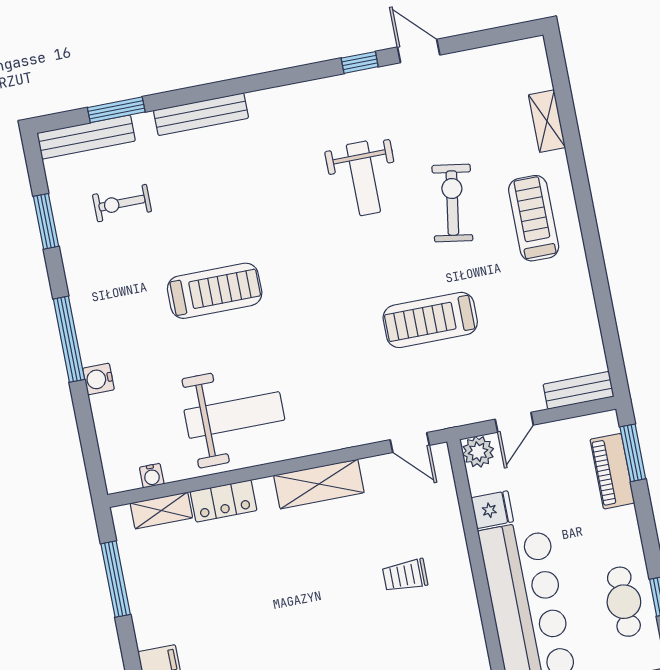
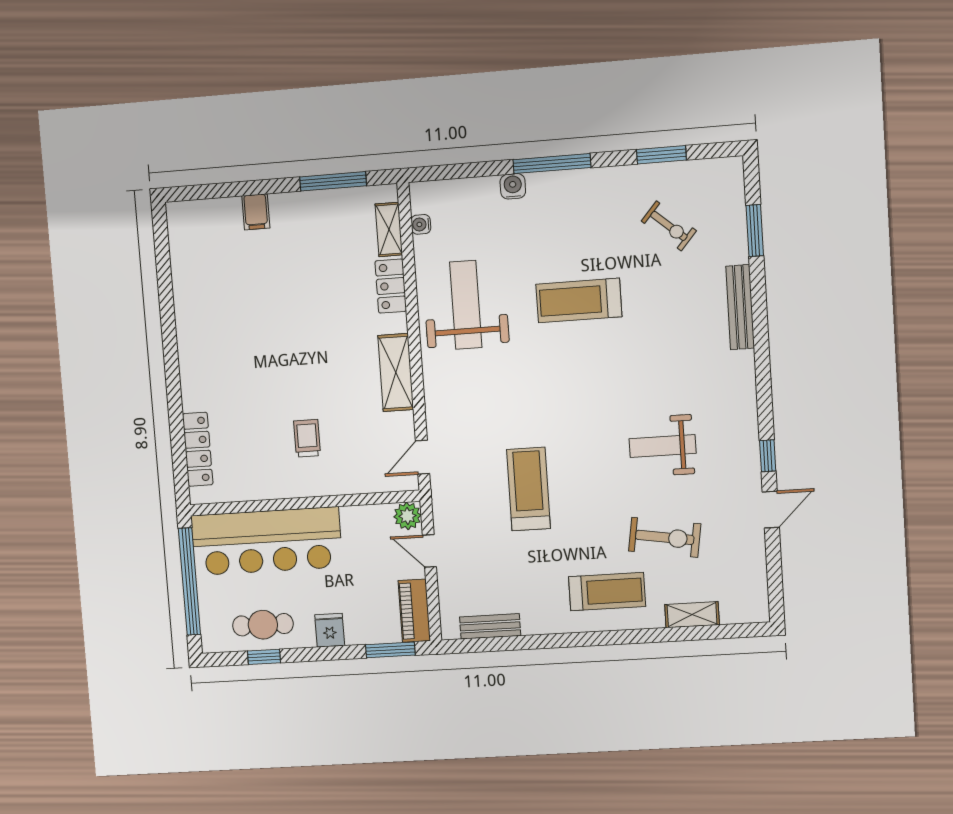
bench: (86, 137) -> (733, 200), removed
exercise bike: (122, 203) -> (669, 226), turned 131
exercise bike: (452, 203) -> (665, 537), moved
treadmill: (215, 291) -> (579, 300), turned 90
bench: (578, 390) -> (490, 626), moved, turned 90
weight bench: (234, 415) -> (466, 305), turned 180
piano: (612, 471) -> (414, 611), moved, turned -90
fridge: (492, 510) -> (330, 630), moved, turned 180

